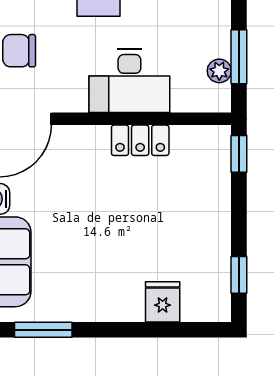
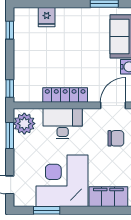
plant: (219, 71) -> (24, 124), width x1.88, depth x1.88
locker: (140, 140) -> (65, 95), width x1.53

